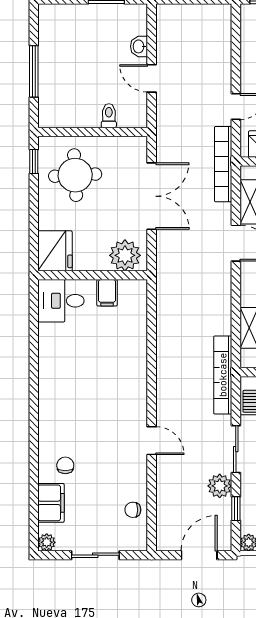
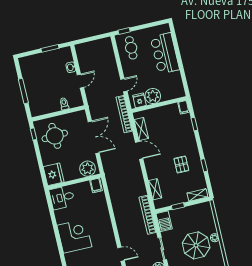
door: (152, 78) -> (80, 81), swing flipped
filing cabinet: (107, 293) -> (96, 185), moved
corner desk: (68, 383) -> (74, 236), added

